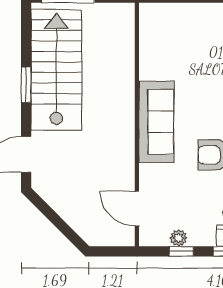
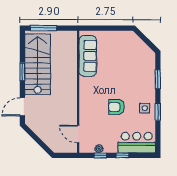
sofa: (156, 122) -> (88, 56), moved

